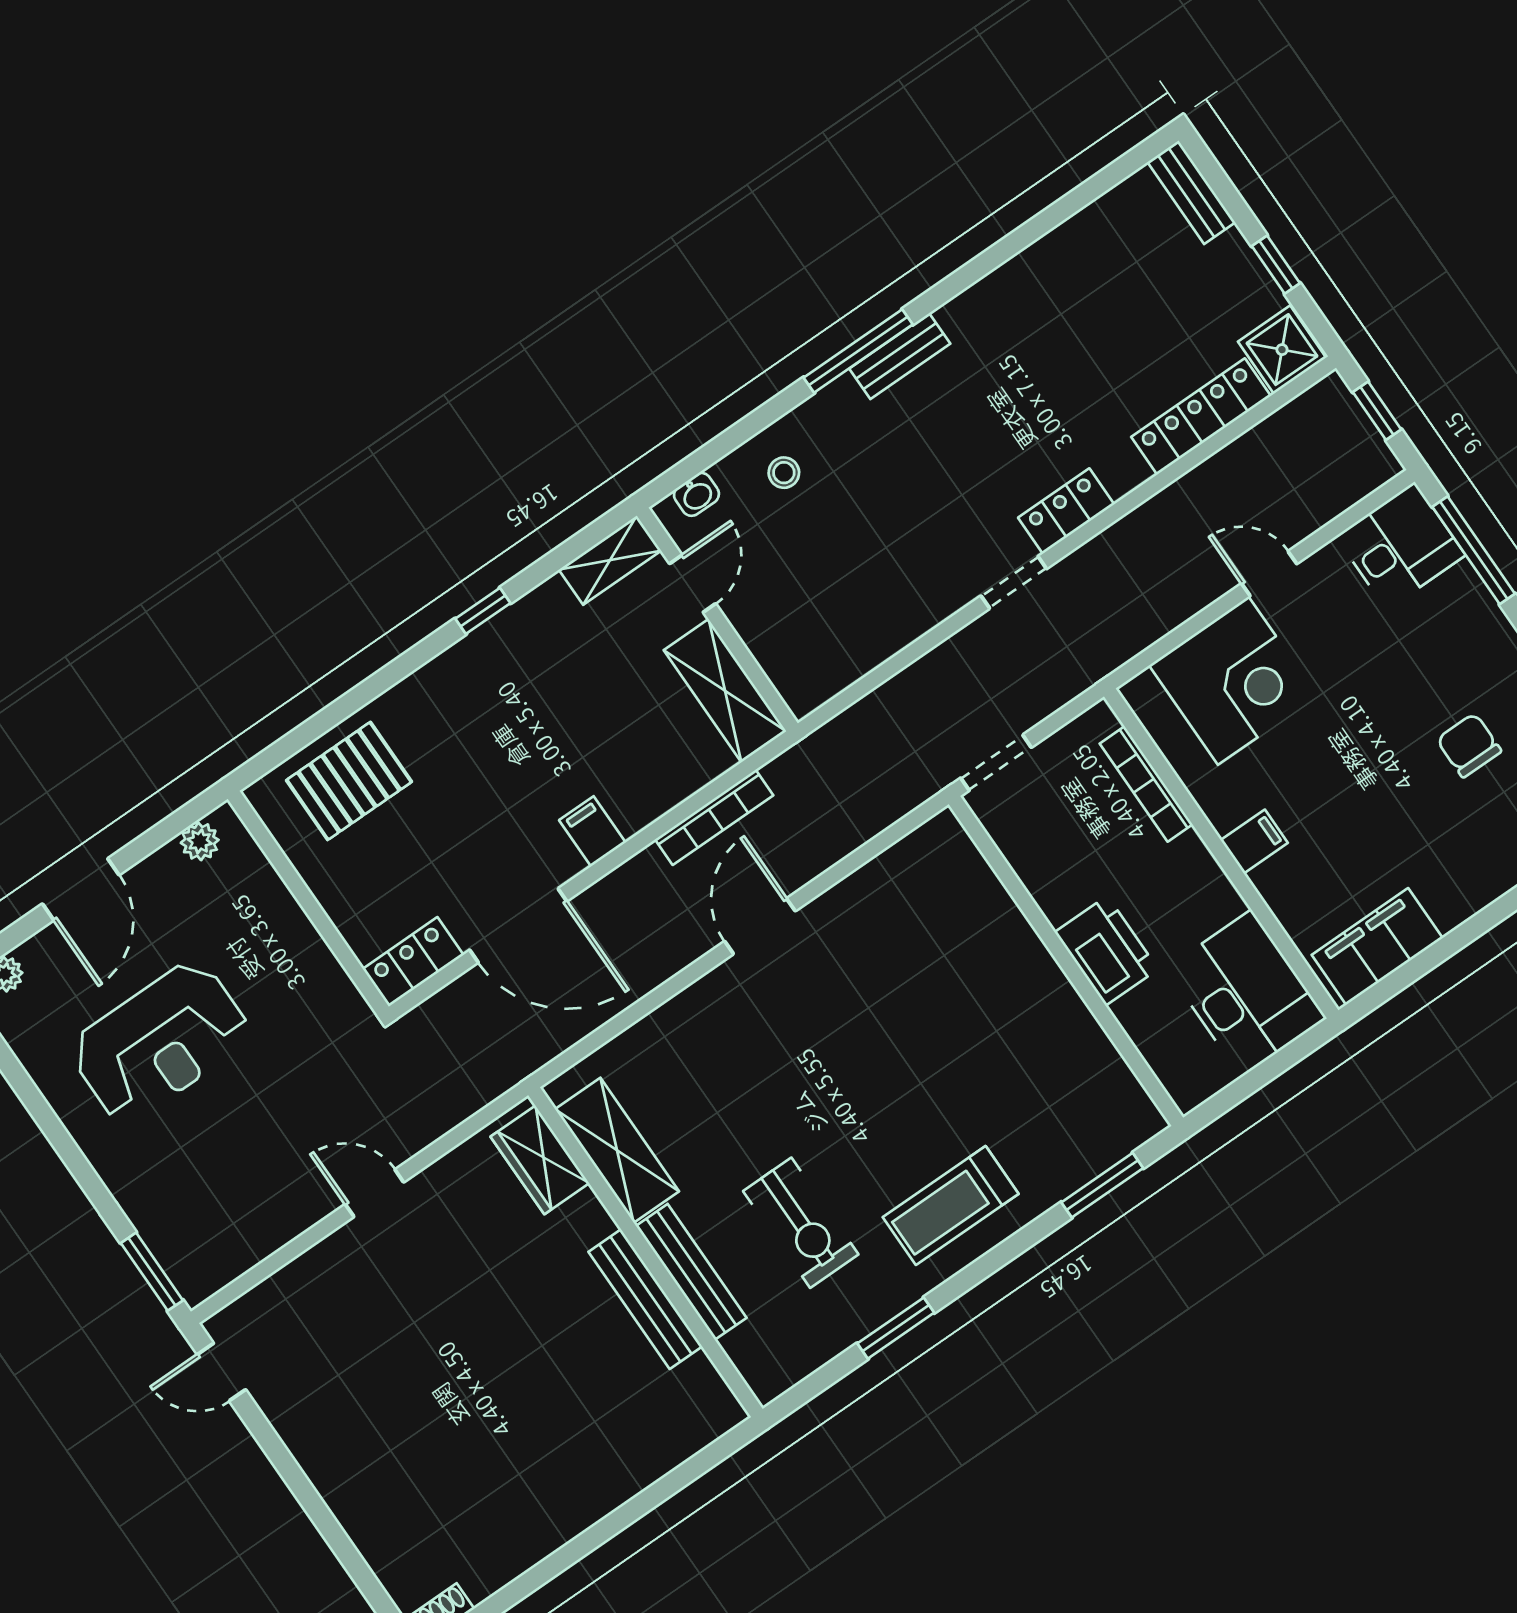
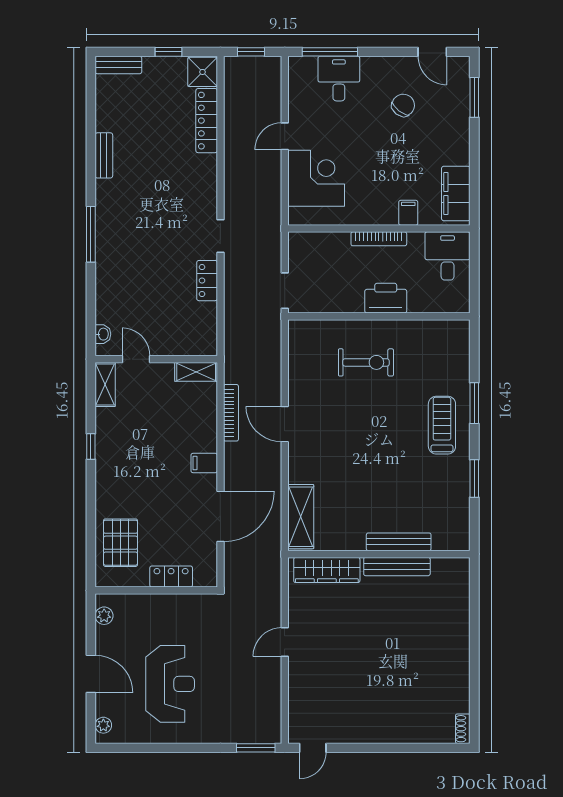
bench: (900, 356) -> (104, 155), moved
stool: (784, 473) -> (118, 295), removed
locker: (1066, 511) -> (207, 281), moved
desk: (1401, 546) -> (339, 79), moved
shelving: (725, 691) -> (196, 372), width x0.67, depth x0.75
chair: (1469, 745) -> (403, 105), turned 128
bookcase: (1146, 784) -> (379, 239), moved
filing cabinet: (1254, 841) -> (408, 213), moved
locker: (413, 962) -> (171, 577), moved, turned 90
desk: (1246, 993) -> (448, 256), width x0.73
shelving: (617, 1150) -> (301, 517), moved, turned 90
wardrobe: (540, 1160) -> (327, 570), width x1.50
window: (1102, 1185) -> (474, 403), moved
treadmill: (951, 1206) -> (442, 425), turned 180
exercise bike: (801, 1223) -> (366, 362), moved

